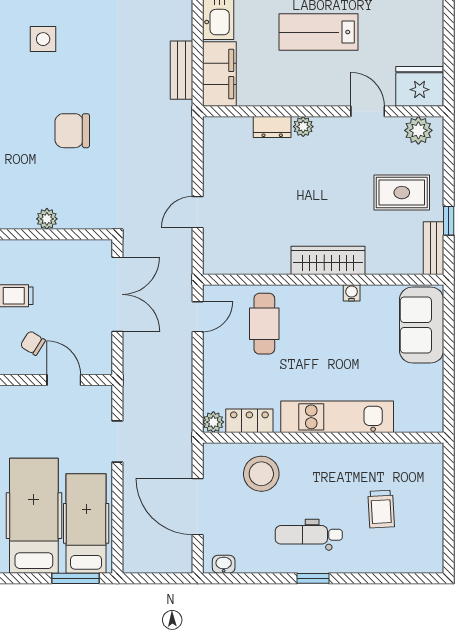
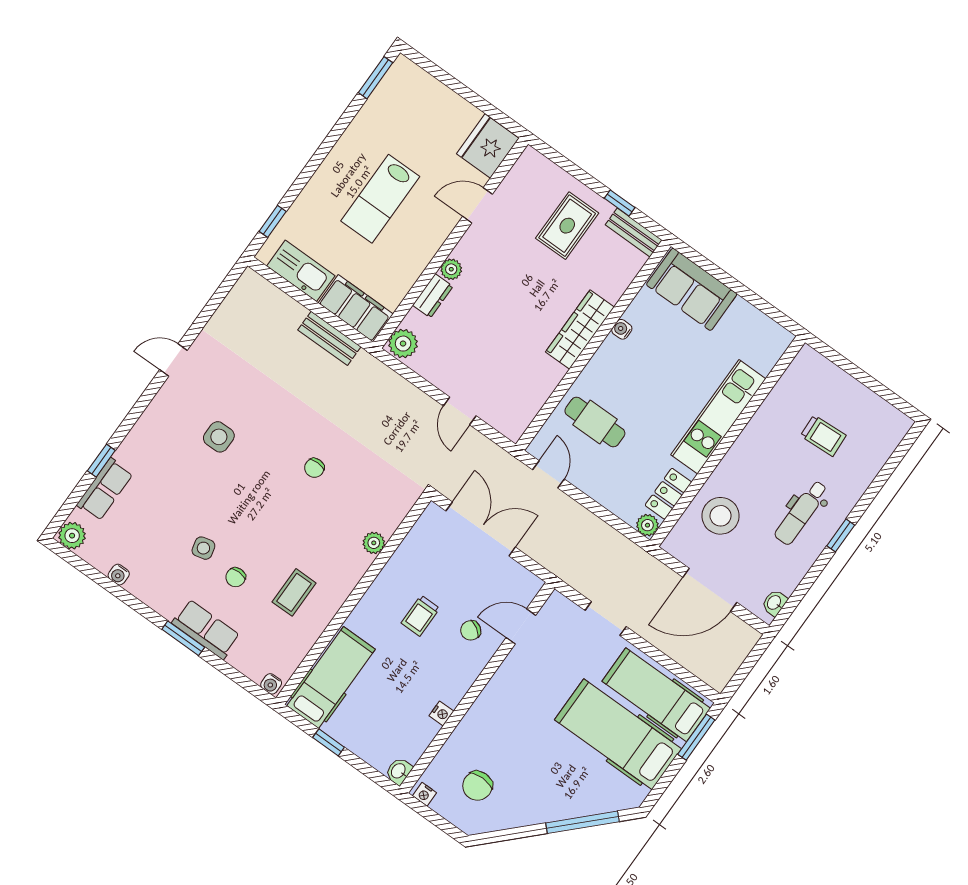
plant: (418, 130) -> (403, 344), moved
chair: (72, 131) -> (314, 468), width x0.54, depth x0.54

